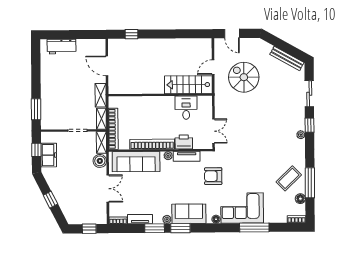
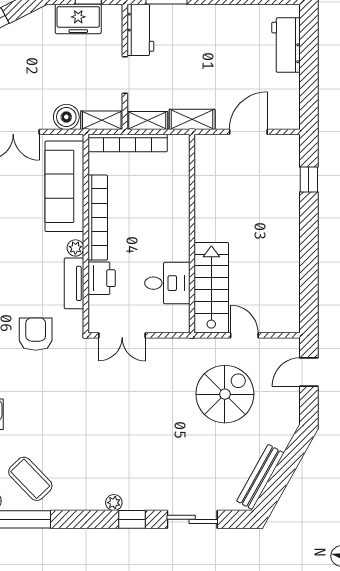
workbench: (54, 123) -> (140, 30), added

